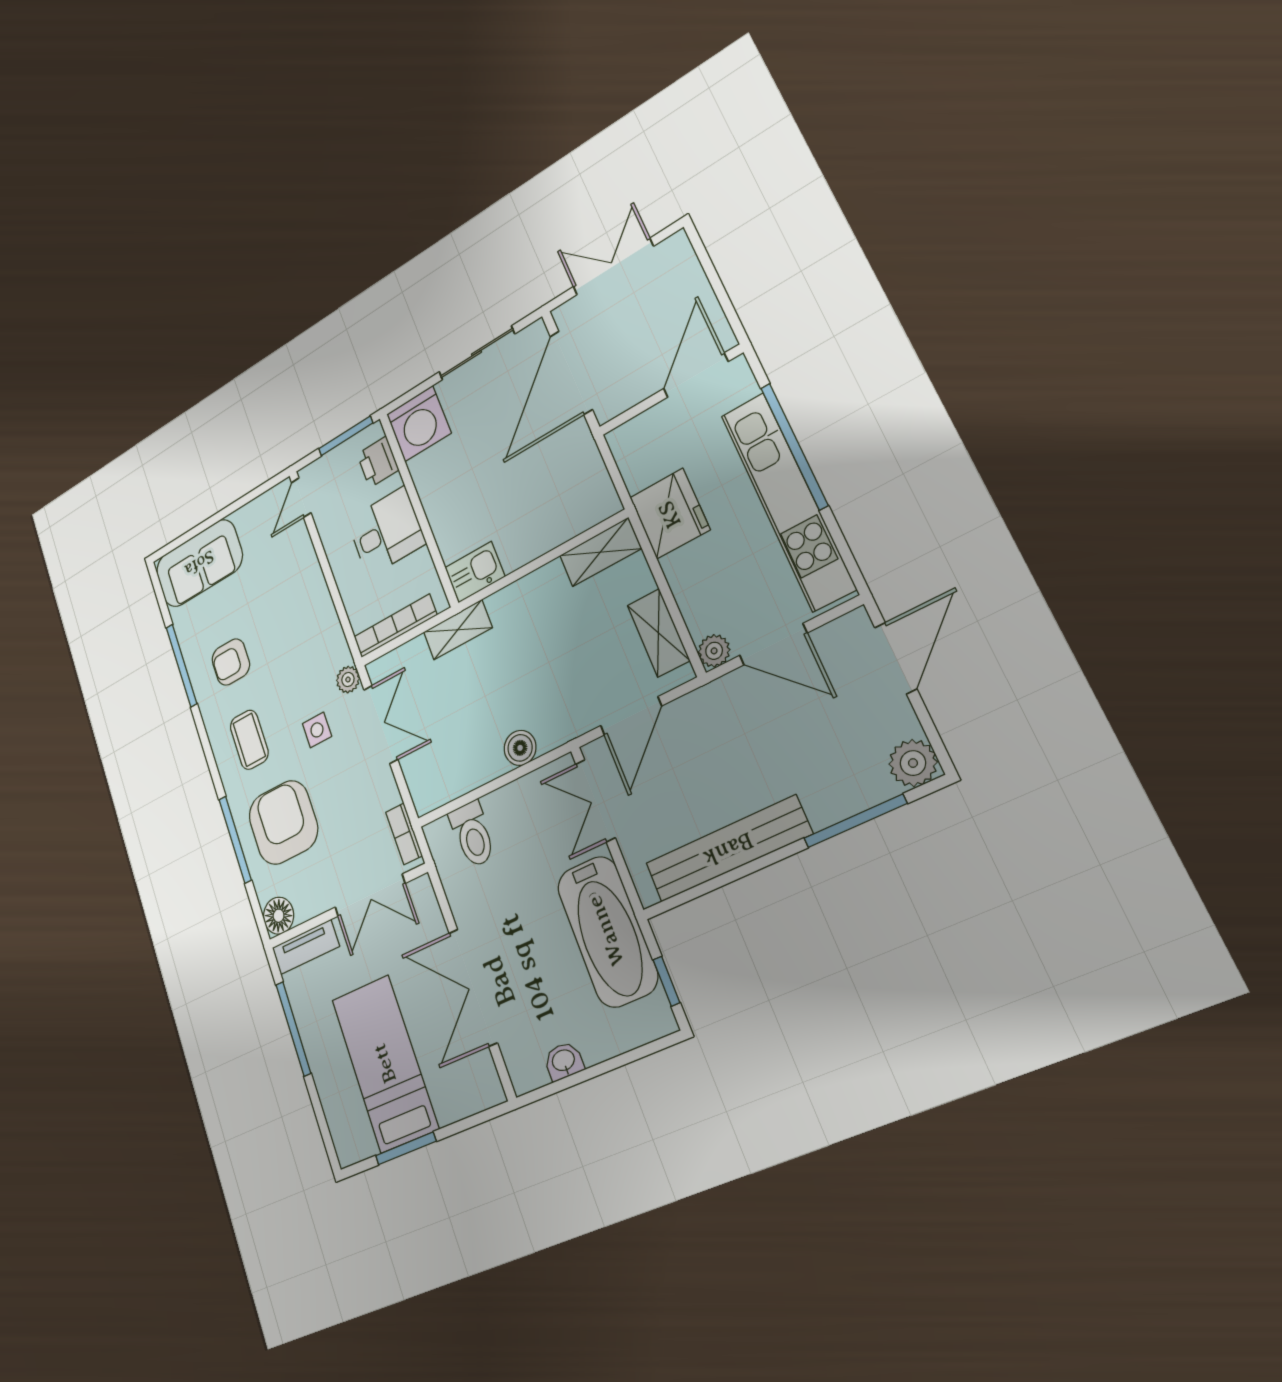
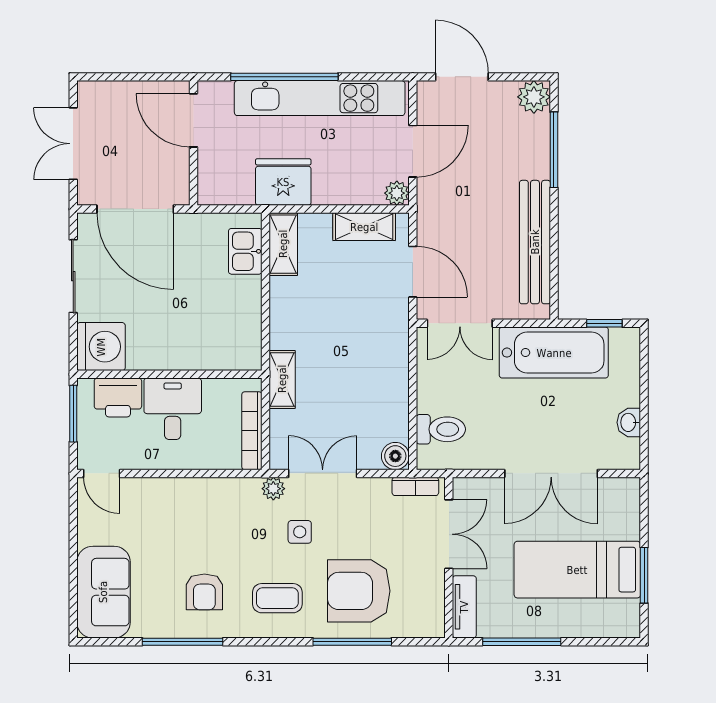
printer: (378, 462) -> (118, 397), width x1.36, depth x1.24
kitchen sink: (475, 572) -> (245, 251), moved
boiler: (520, 748) -> (395, 456), moved
floor lamp: (279, 916) -> (430, 623), removed

